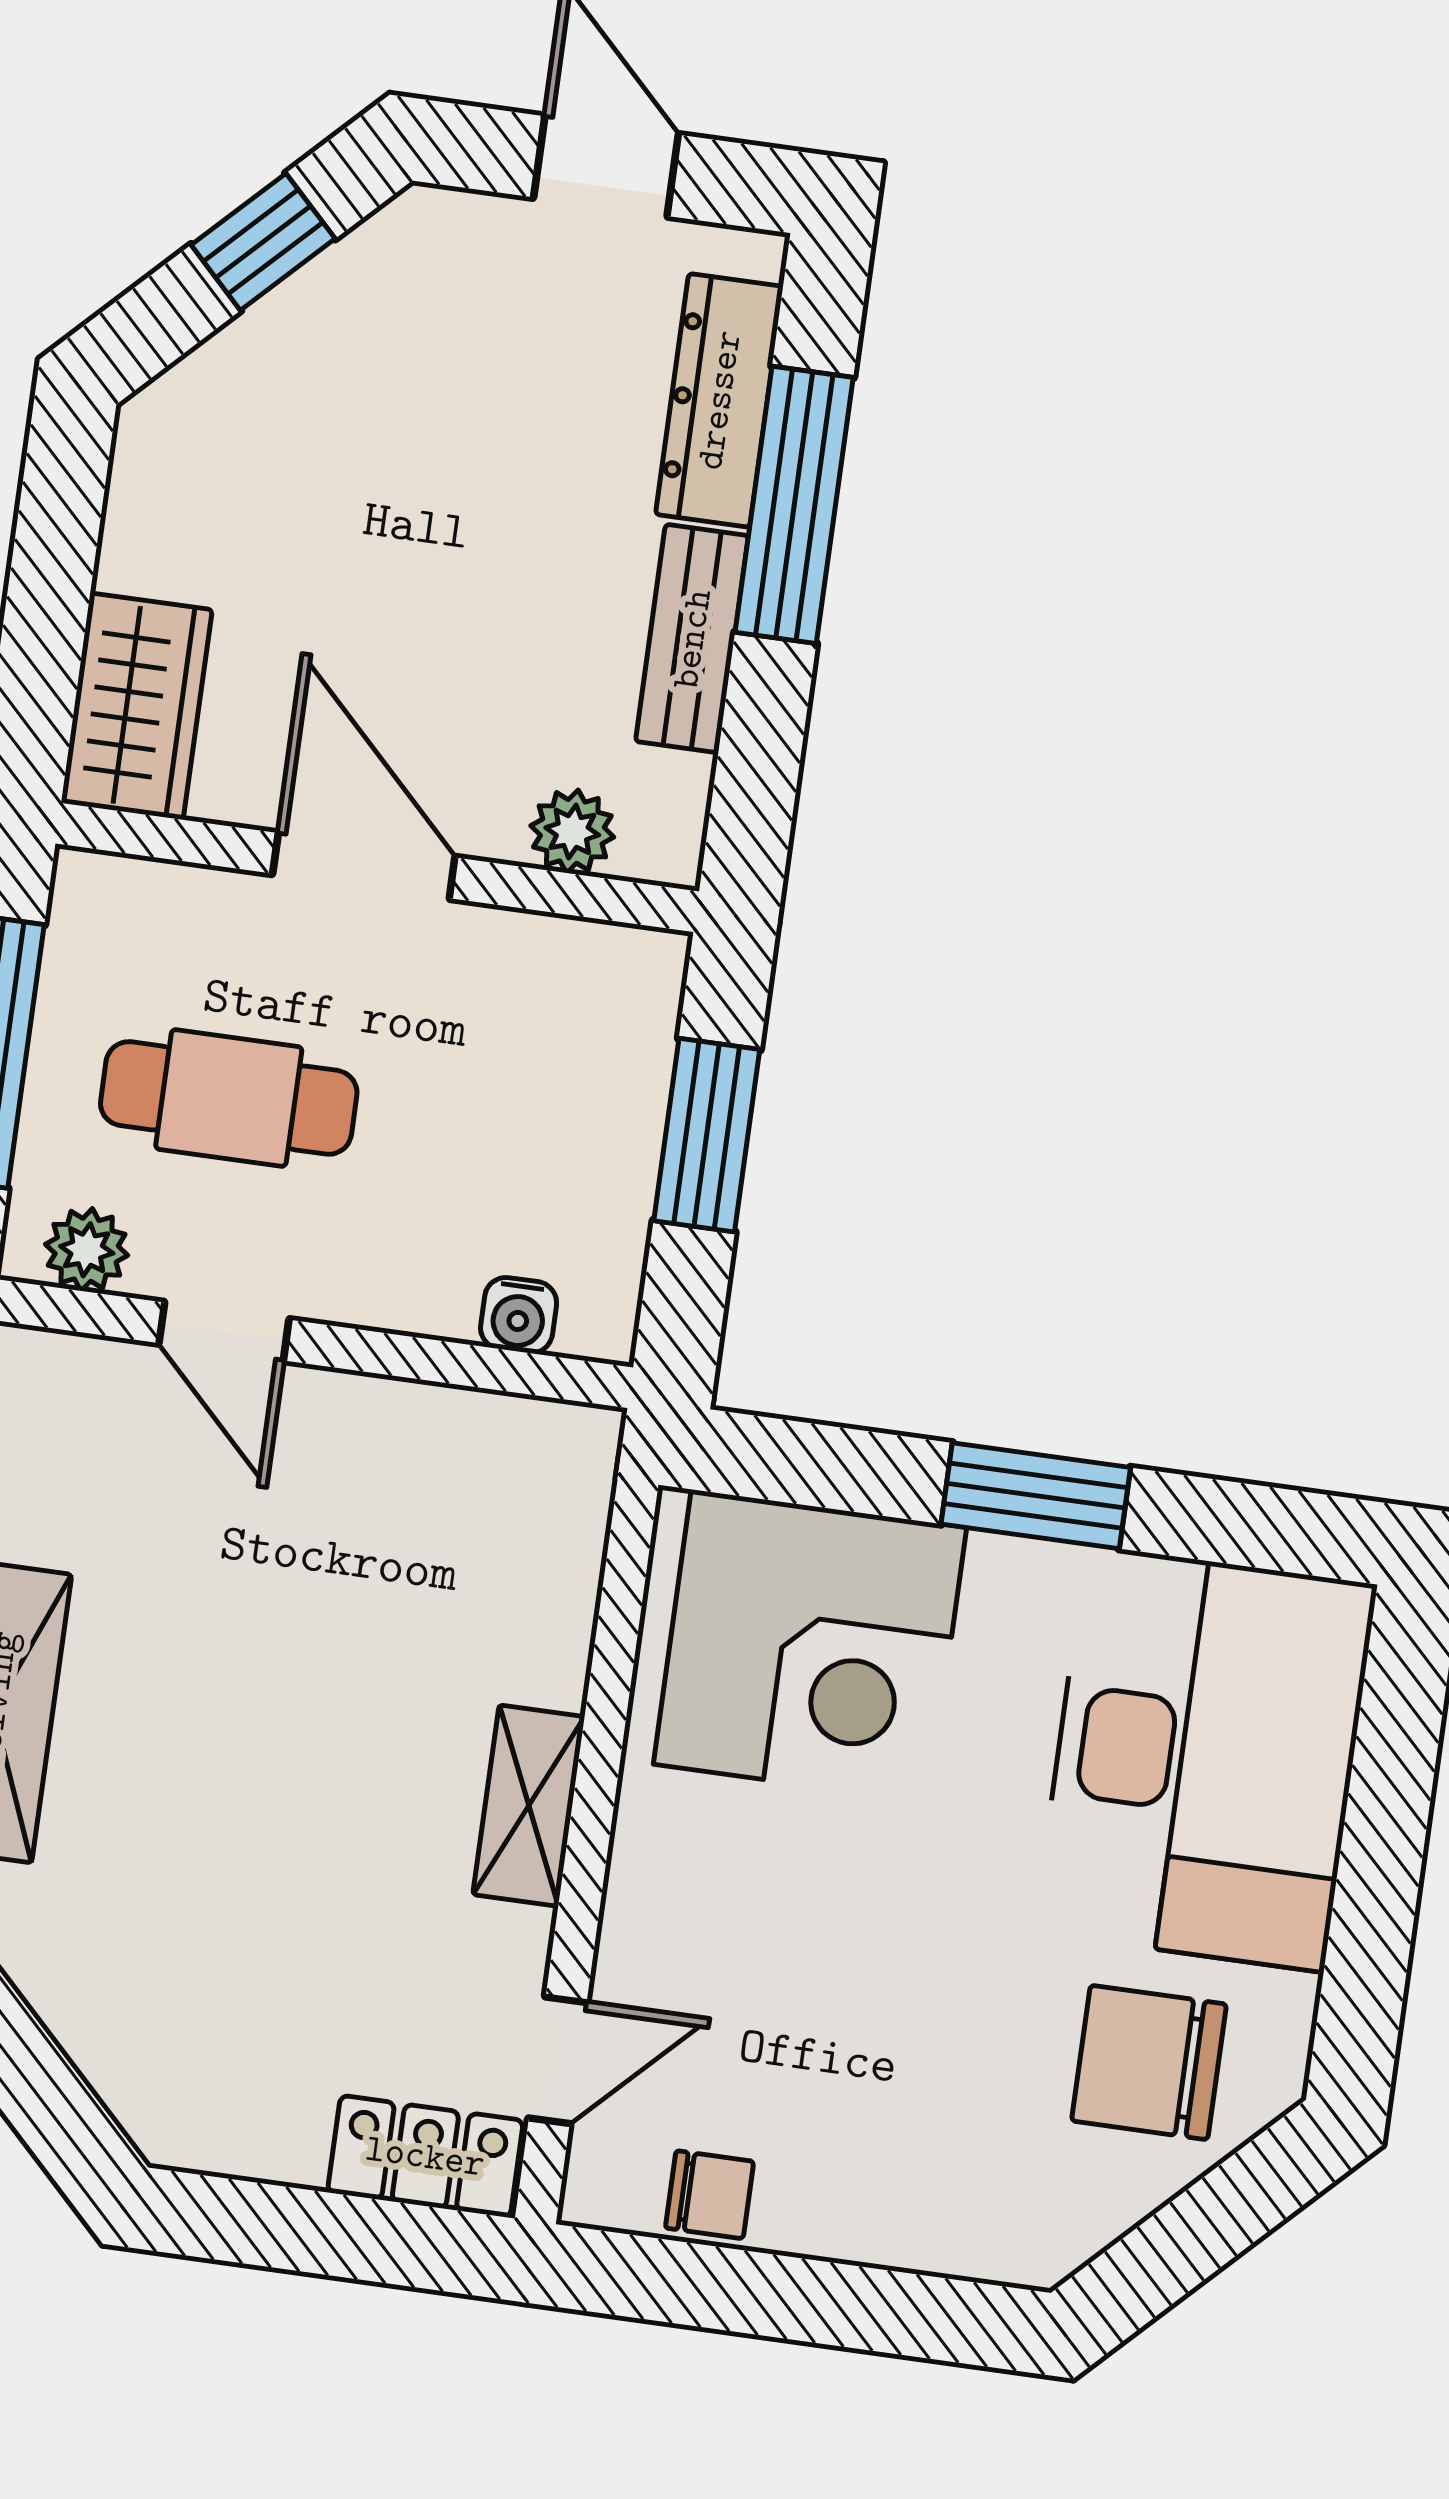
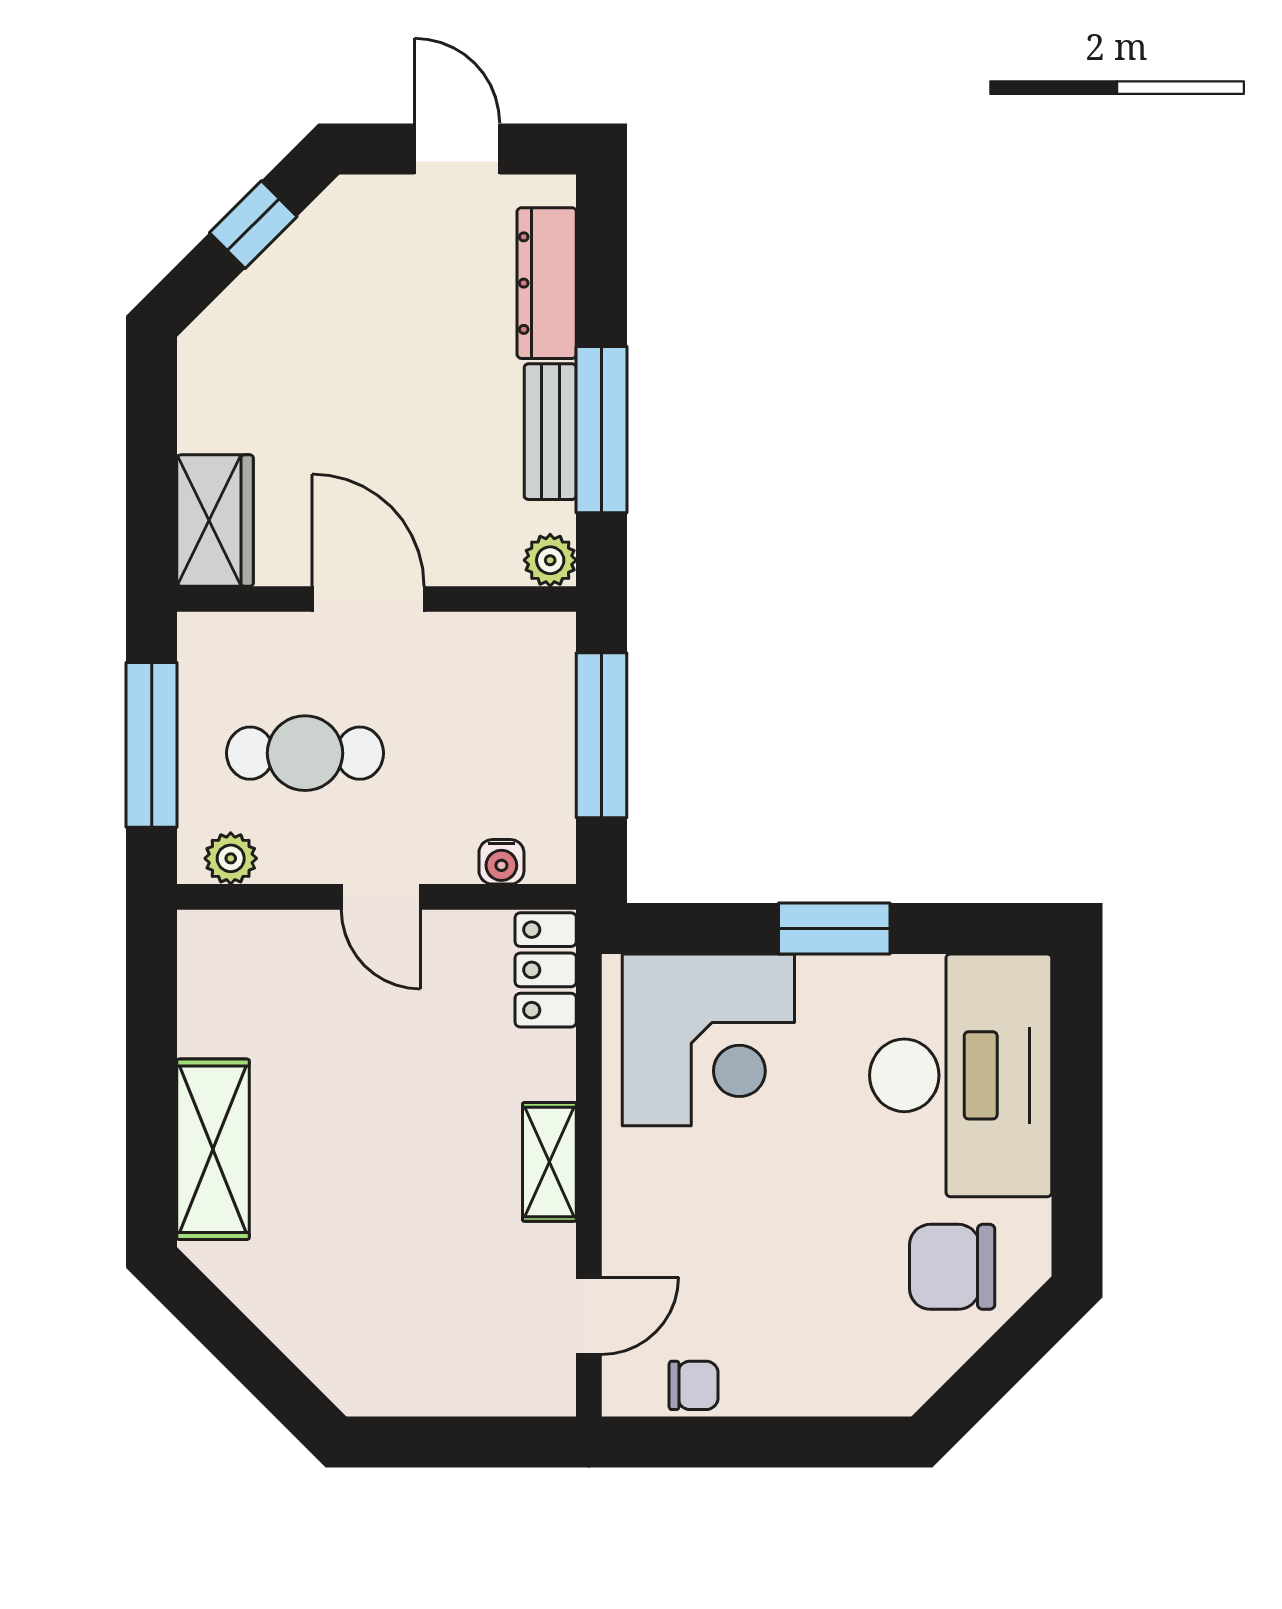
window: (794, 505) -> (602, 430), moved
plant: (572, 831) -> (550, 560), moved
window: (707, 1135) -> (602, 735), width x1.44
door: (224, 1331) -> (381, 897), moved
locker: (425, 2156) -> (546, 970), moved, turned -90

